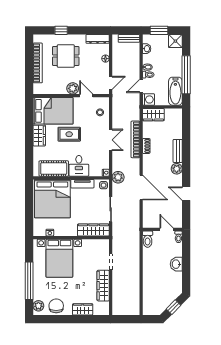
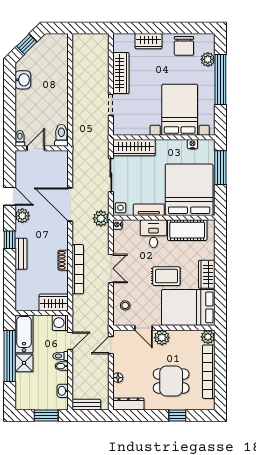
shower: (175, 41) -> (24, 363), moved
plant: (38, 89) -> (208, 337), added
double door: (111, 140) -> (111, 268), swing flipped
window: (186, 161) -> (10, 240), added
plant: (177, 169) -> (22, 216), moved
window: (29, 215) -> (220, 168), added
door: (167, 229) -> (36, 148), swing flipped
washbasin: (176, 264) -> (23, 80), moved
plant: (38, 306) -> (208, 59), moved

